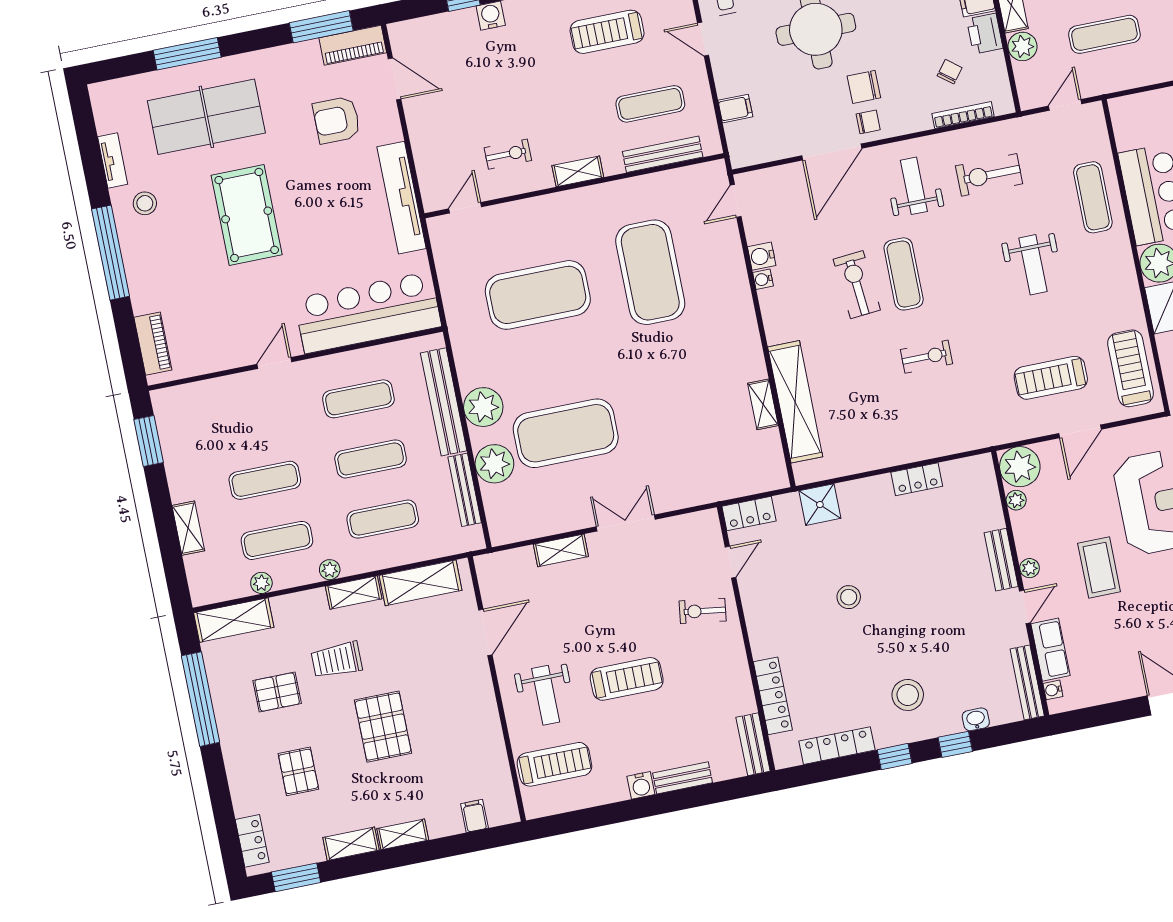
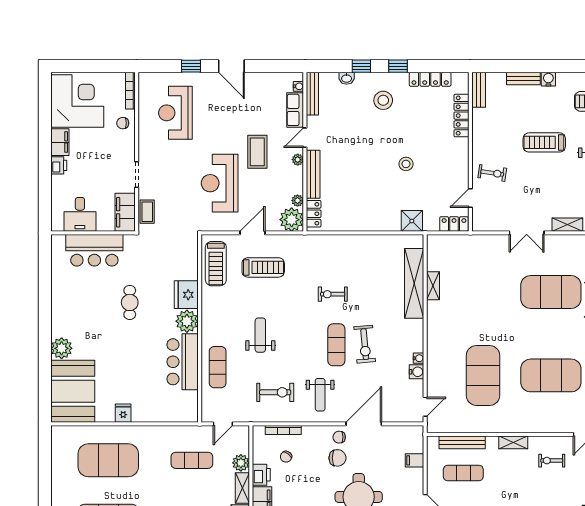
locker: (917, 479) -> (314, 214), moved, turned 90
bench: (1001, 560) -> (313, 174), width x1.36

